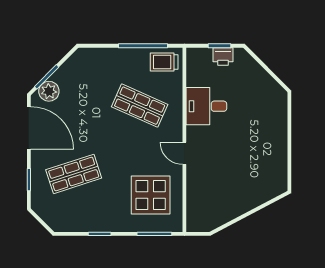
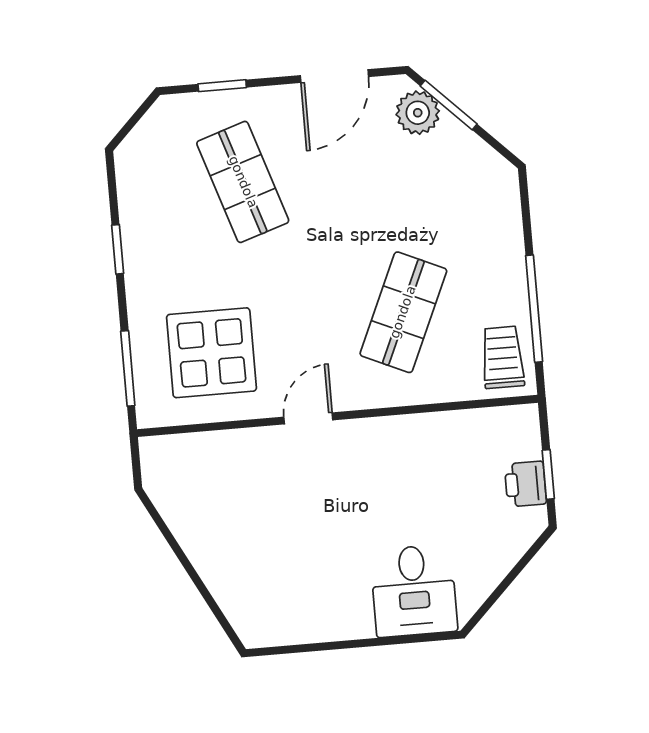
desk: (206, 106) -> (414, 591), moved, turned 180
door: (29, 128) -> (334, 76), width x0.73

